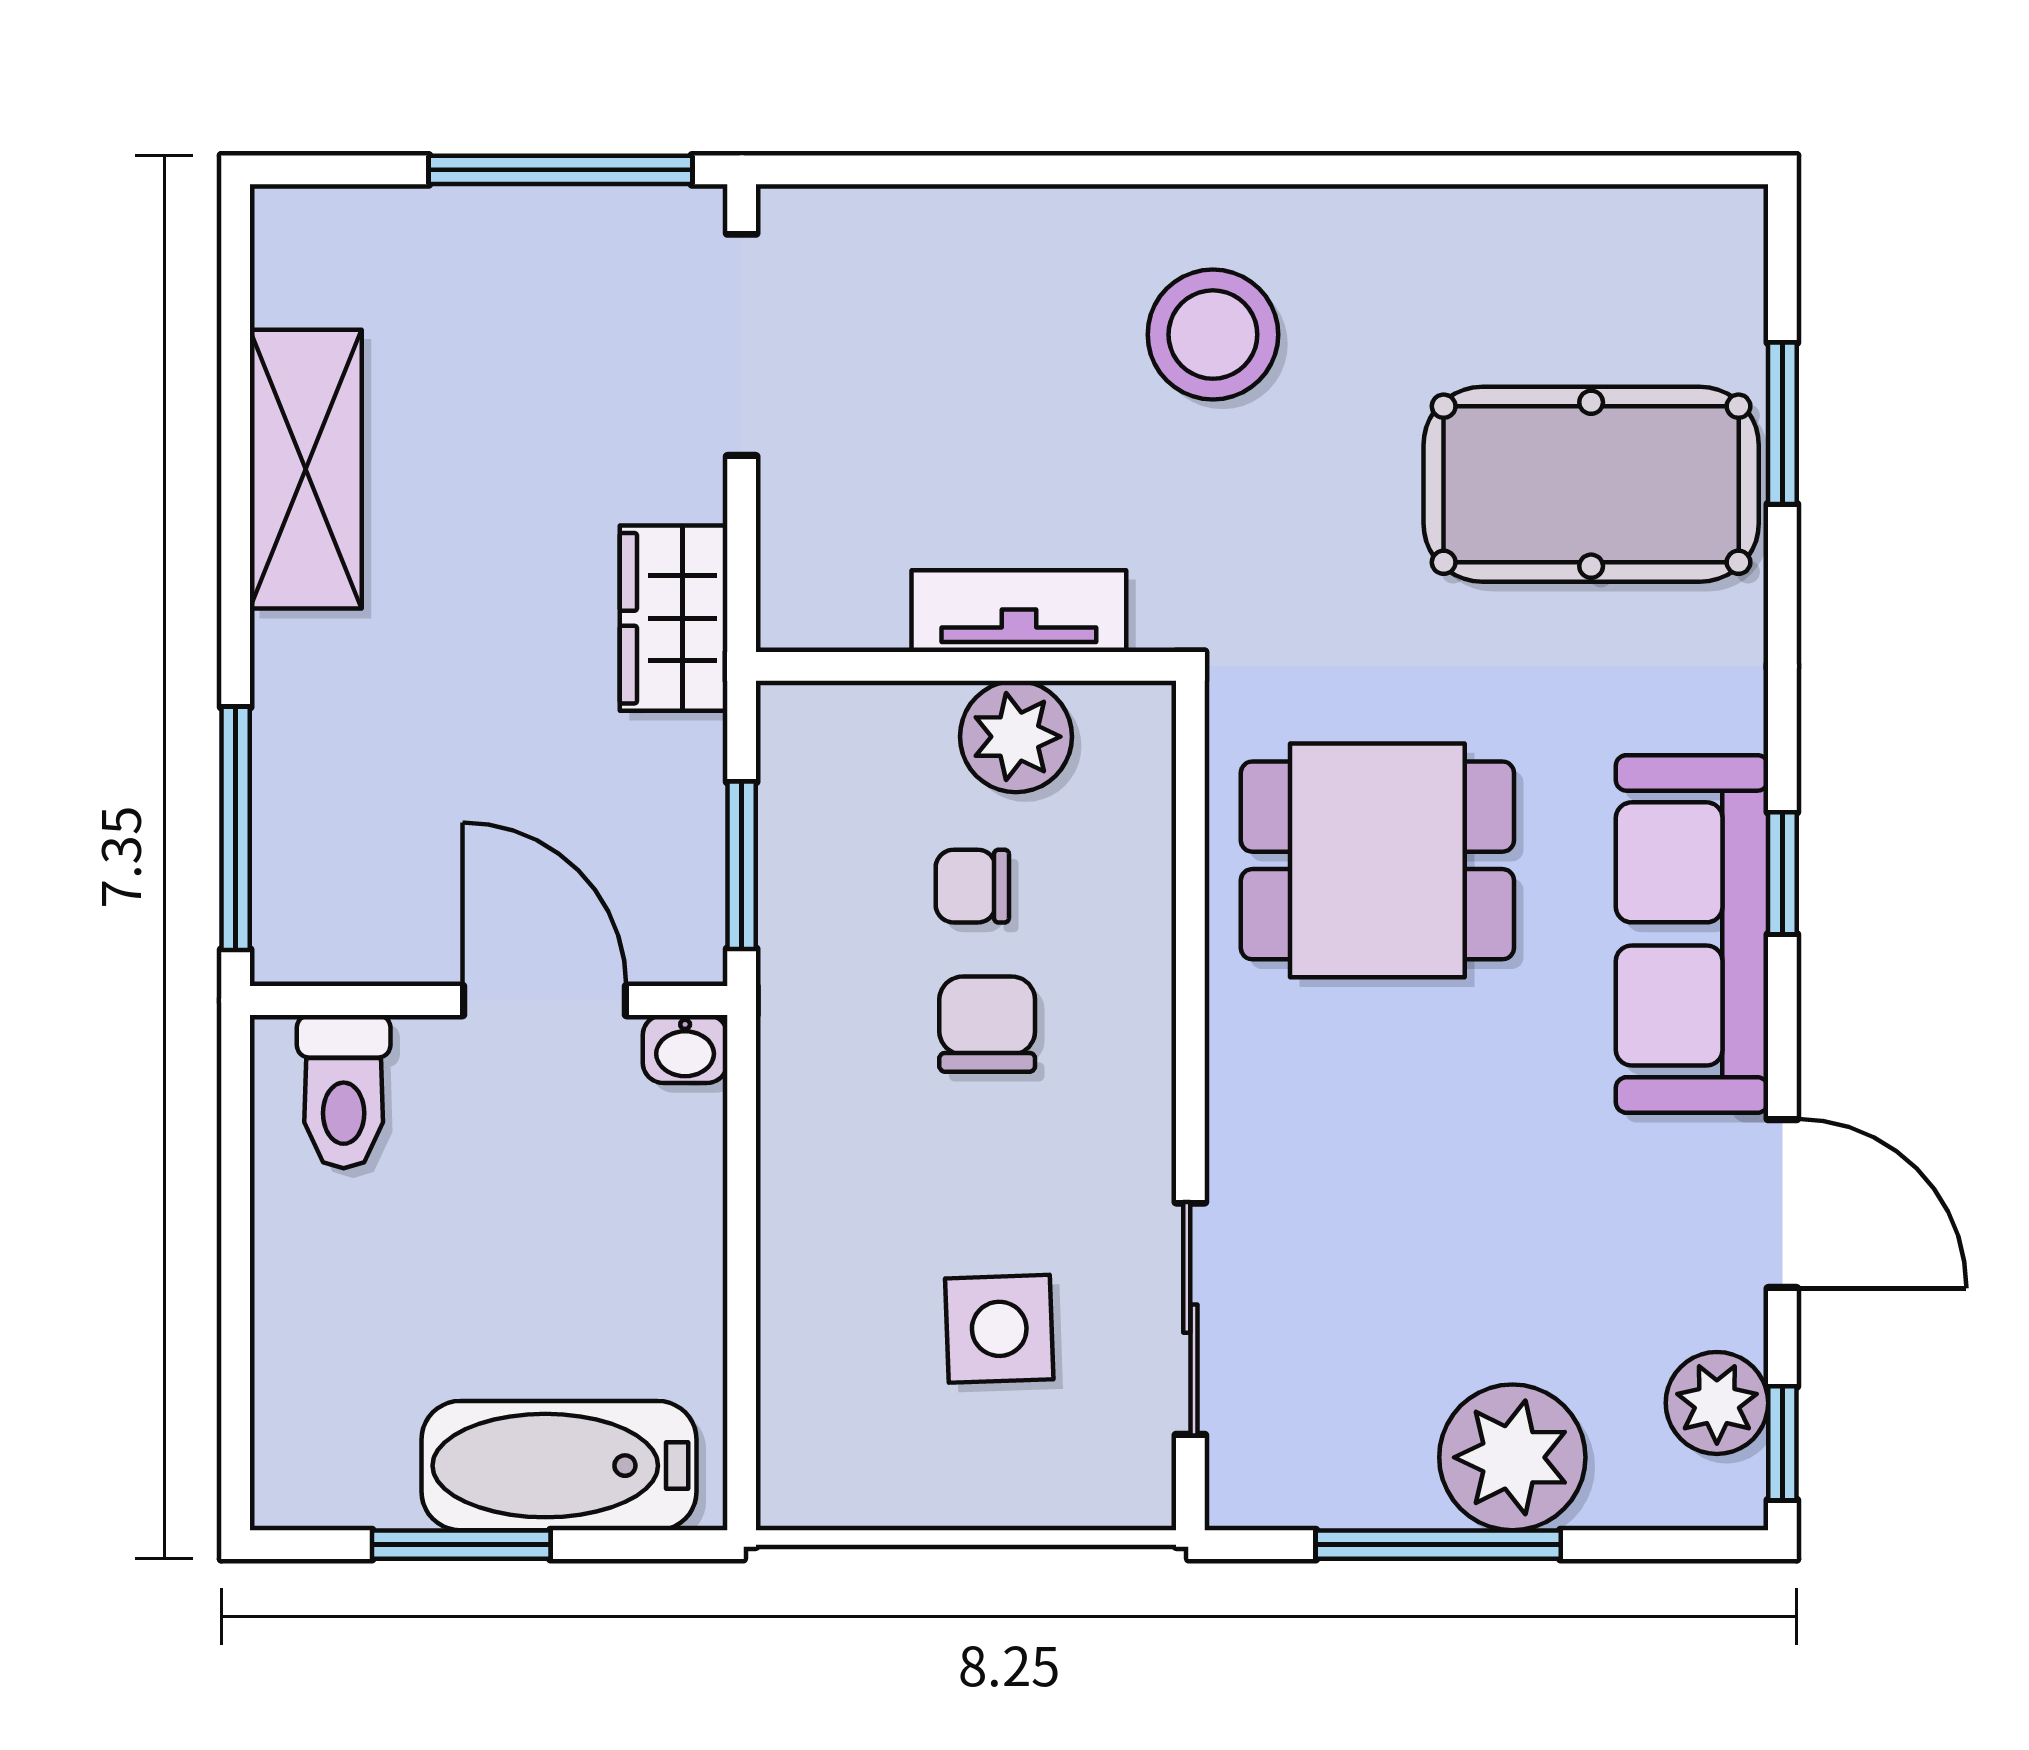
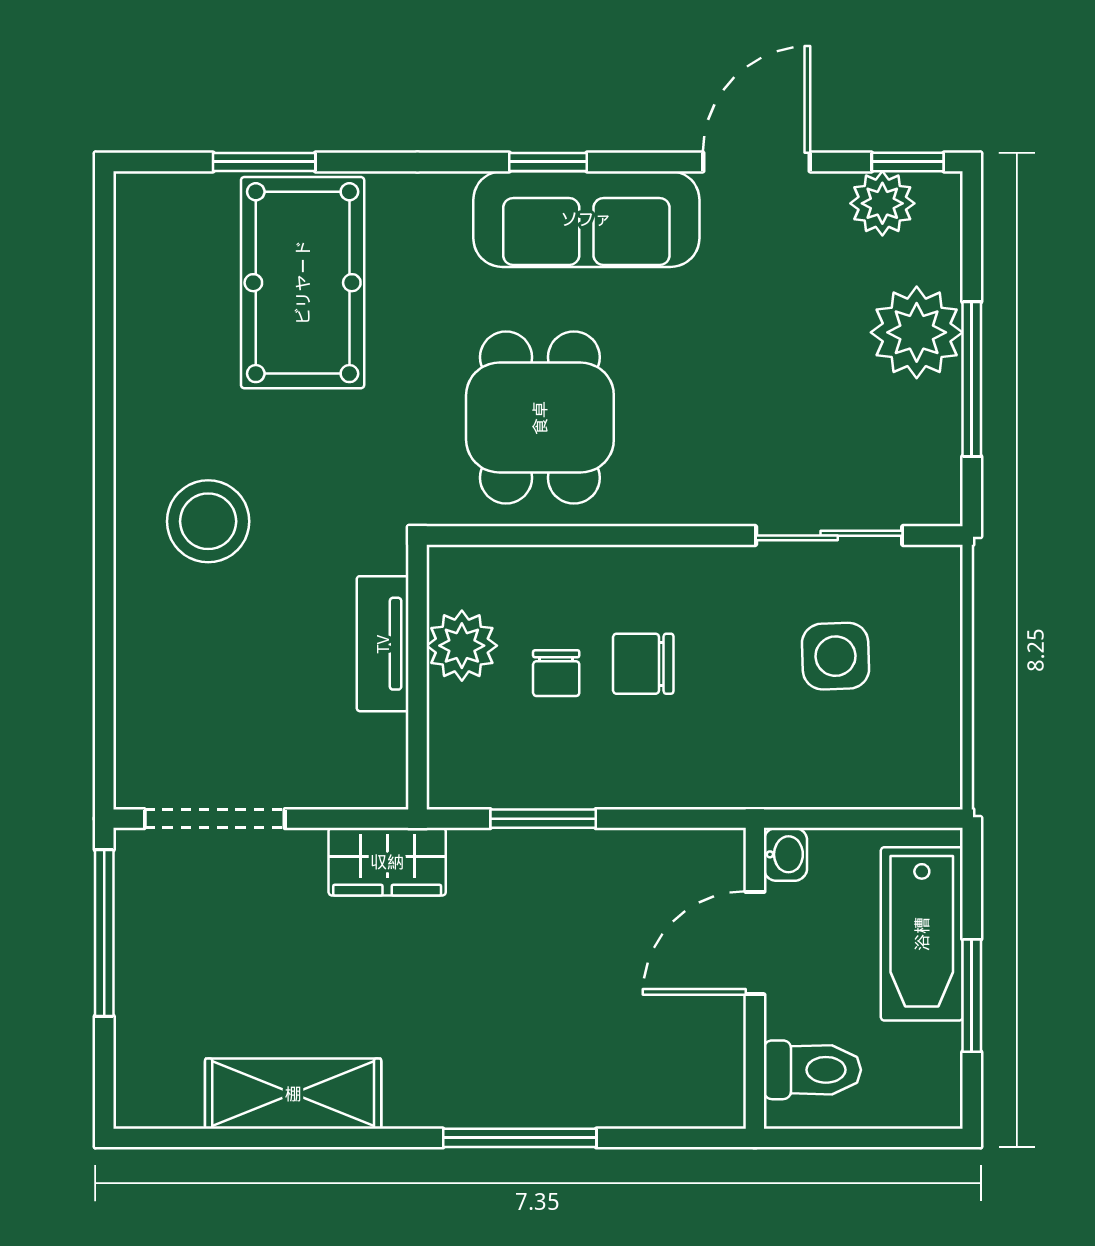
wall: (489, 1000) -> (755, 978), moved
door: (545, 1000) -> (755, 943), moved
washbasin: (685, 1049) -> (785, 854), moved
toilet: (344, 1092) -> (812, 1070), moved

